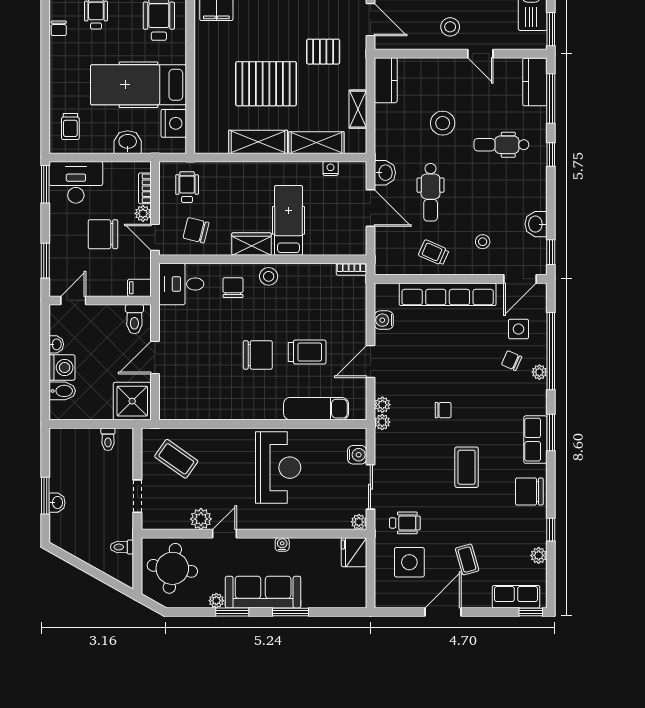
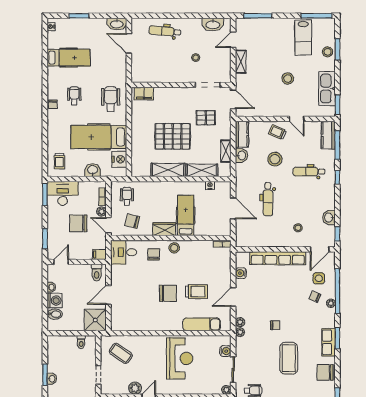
stool: (450, 27) -> (279, 103), removed
washbasin: (385, 173) -> (241, 155), moved
trolley: (434, 253) -> (278, 132), moved
coffee table: (467, 467) -> (289, 358), width x1.36, depth x1.32

